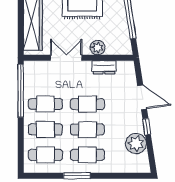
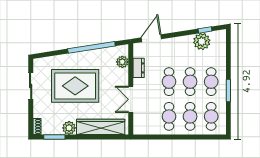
plant: (98, 48) -> (122, 62), moved
window: (21, 91) -> (158, 137), removed
door: (142, 97) -> (151, 38), moved
window: (147, 127) -> (205, 30), moved

